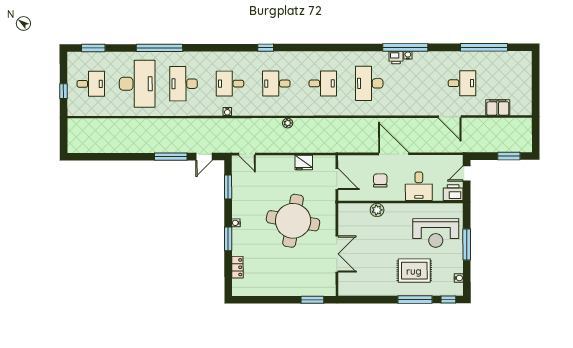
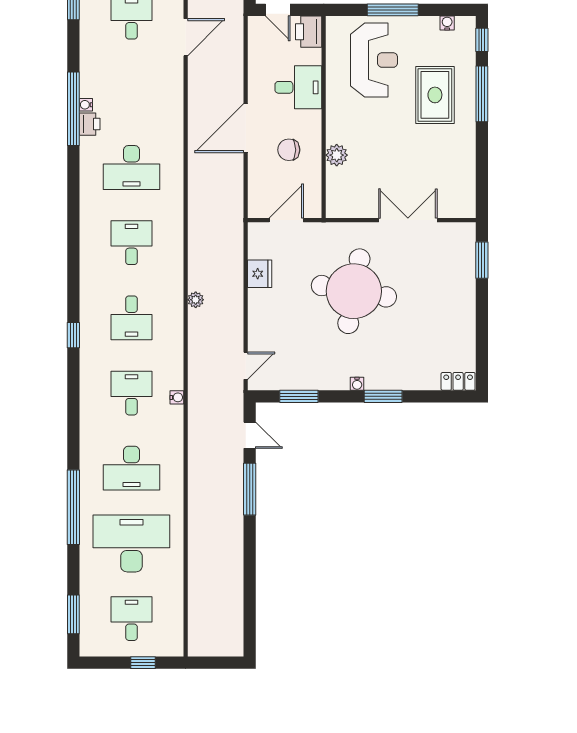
desk: (230, 84) -> (131, 393), turned 180
locker: (237, 267) -> (458, 381), moved

